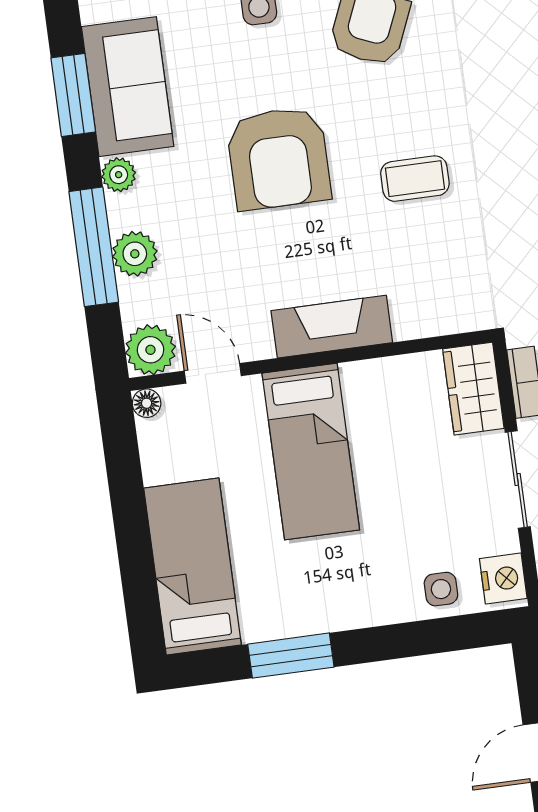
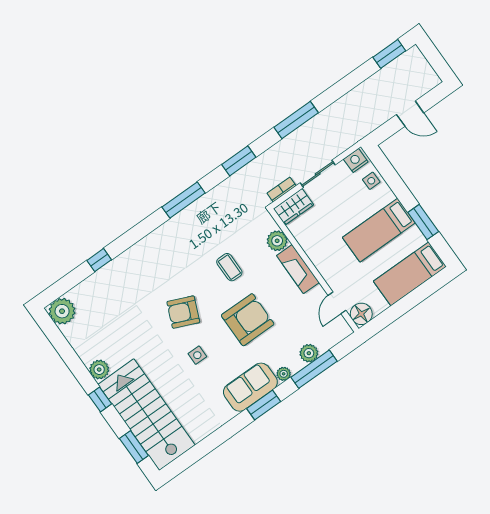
plant: (150, 350) -> (277, 241), moved
floor lamp: (147, 403) -> (361, 314), width x1.89, depth x1.89
bed: (311, 452) -> (379, 230), moved, turned 180

